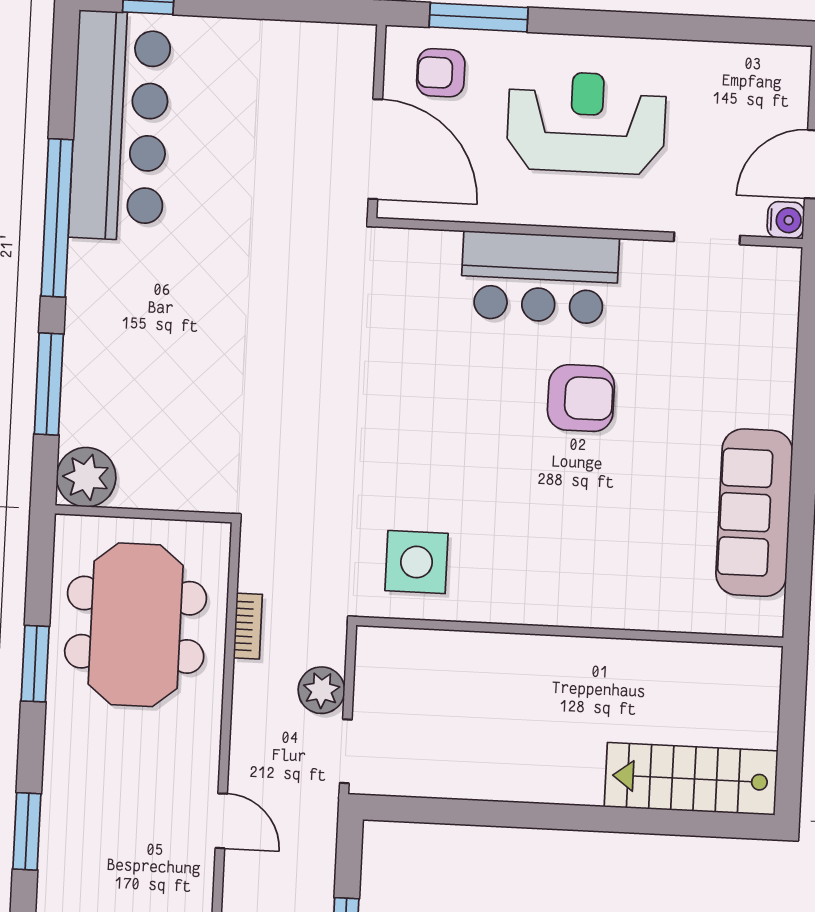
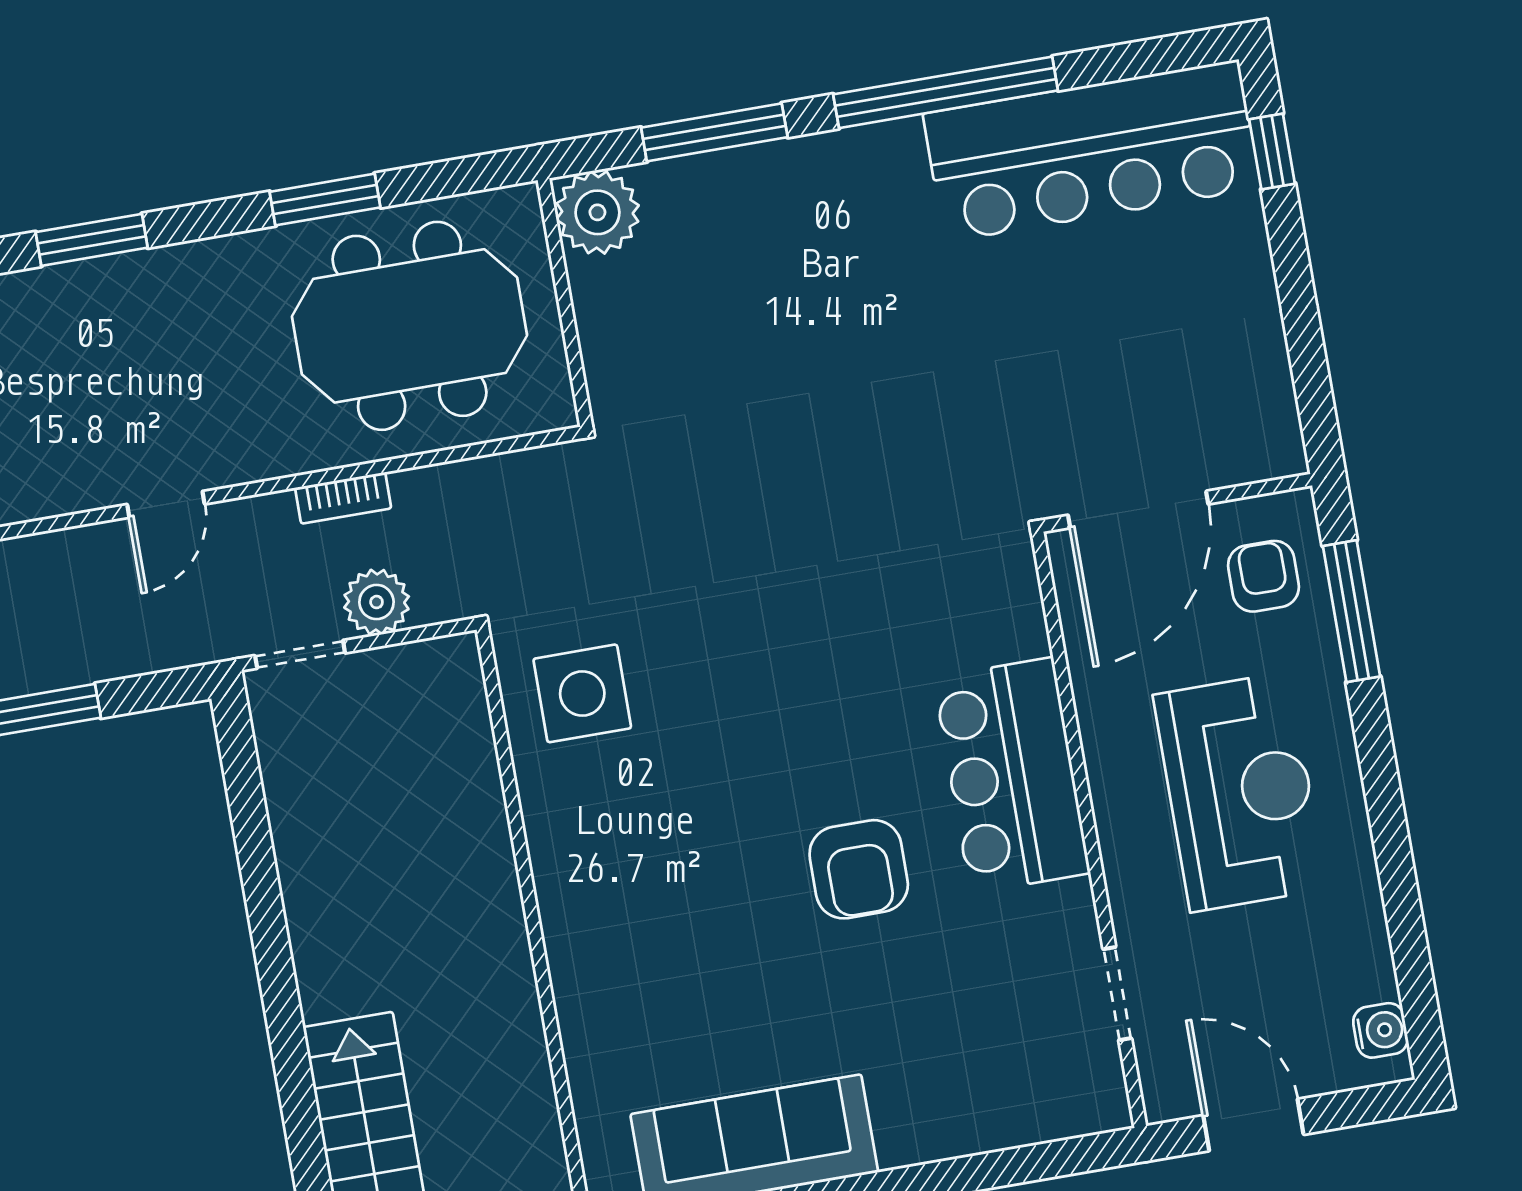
water cooler: (786, 220) -> (1381, 1030), moved, turned -90
bookcase: (248, 626) -> (343, 498), moved

